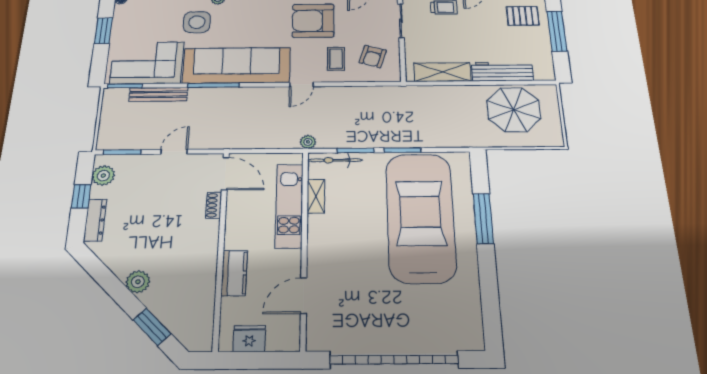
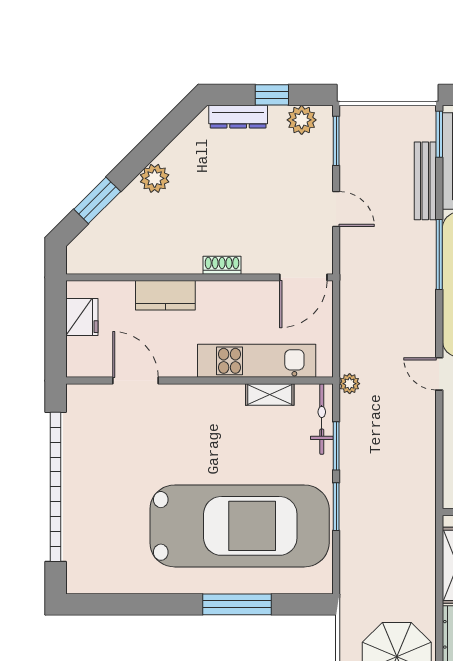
shoe rack: (214, 205) -> (222, 265), moved

